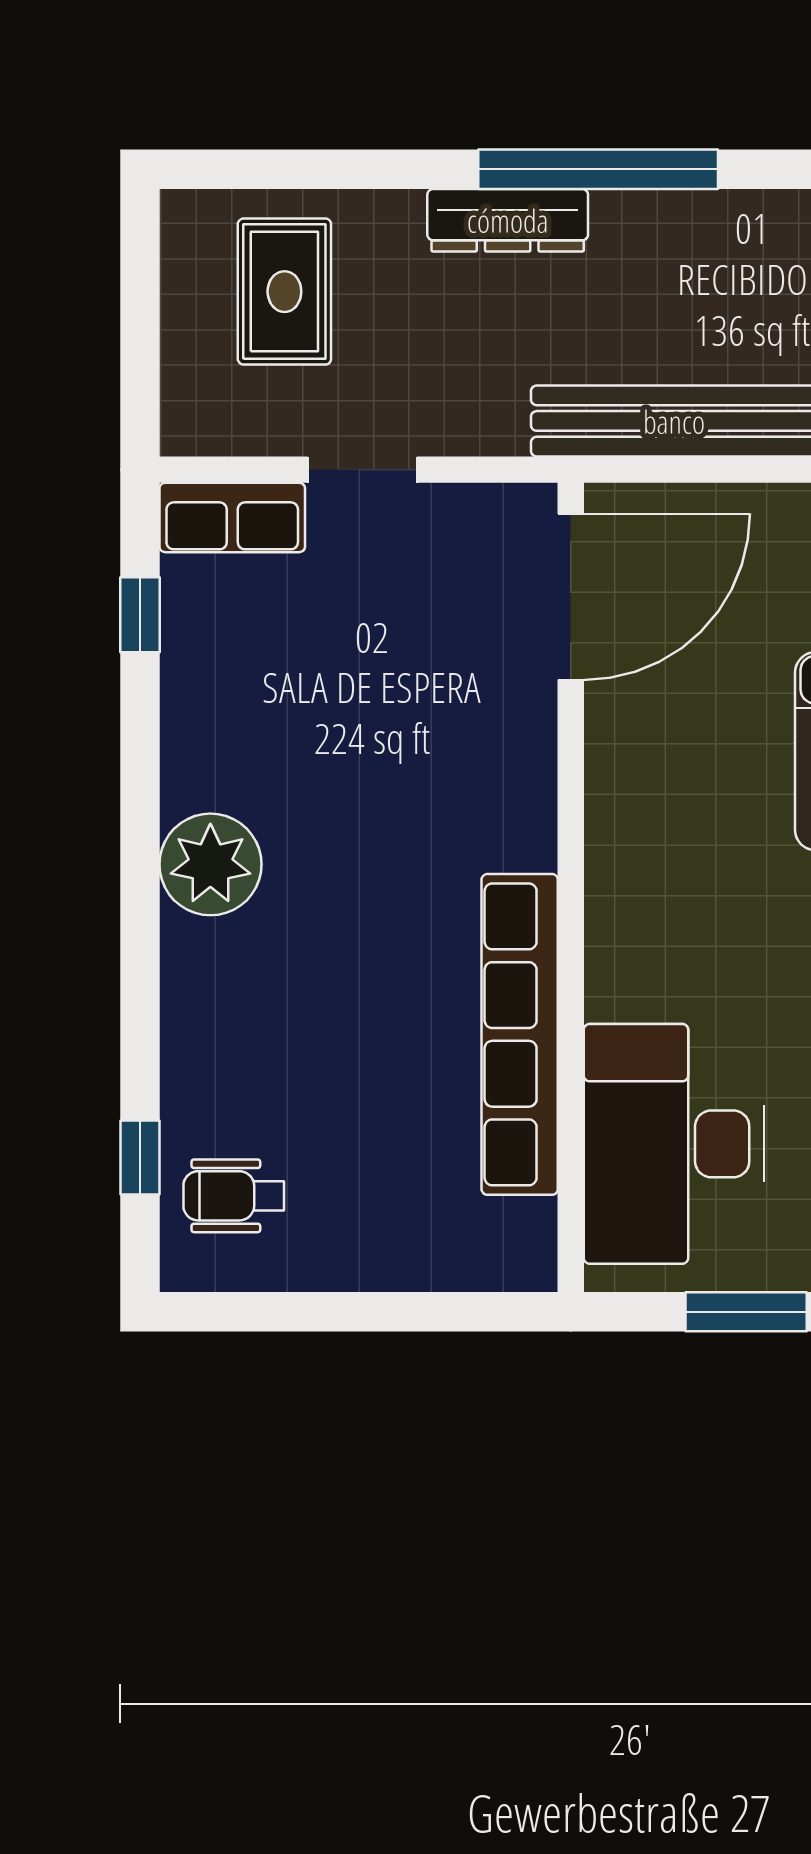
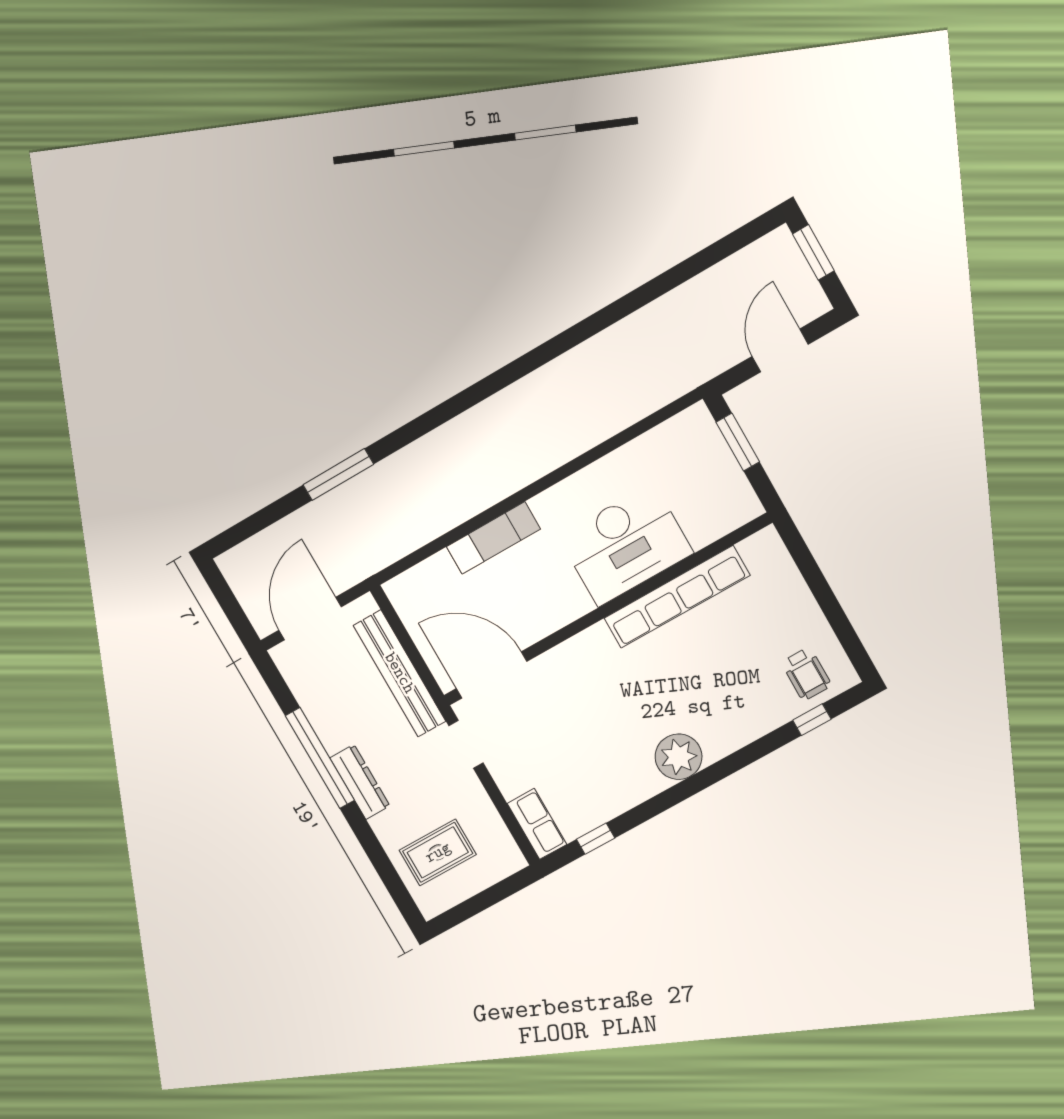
doorway: (362, 470) -> (466, 744), moved
desk: (674, 1144) -> (626, 545), moved

